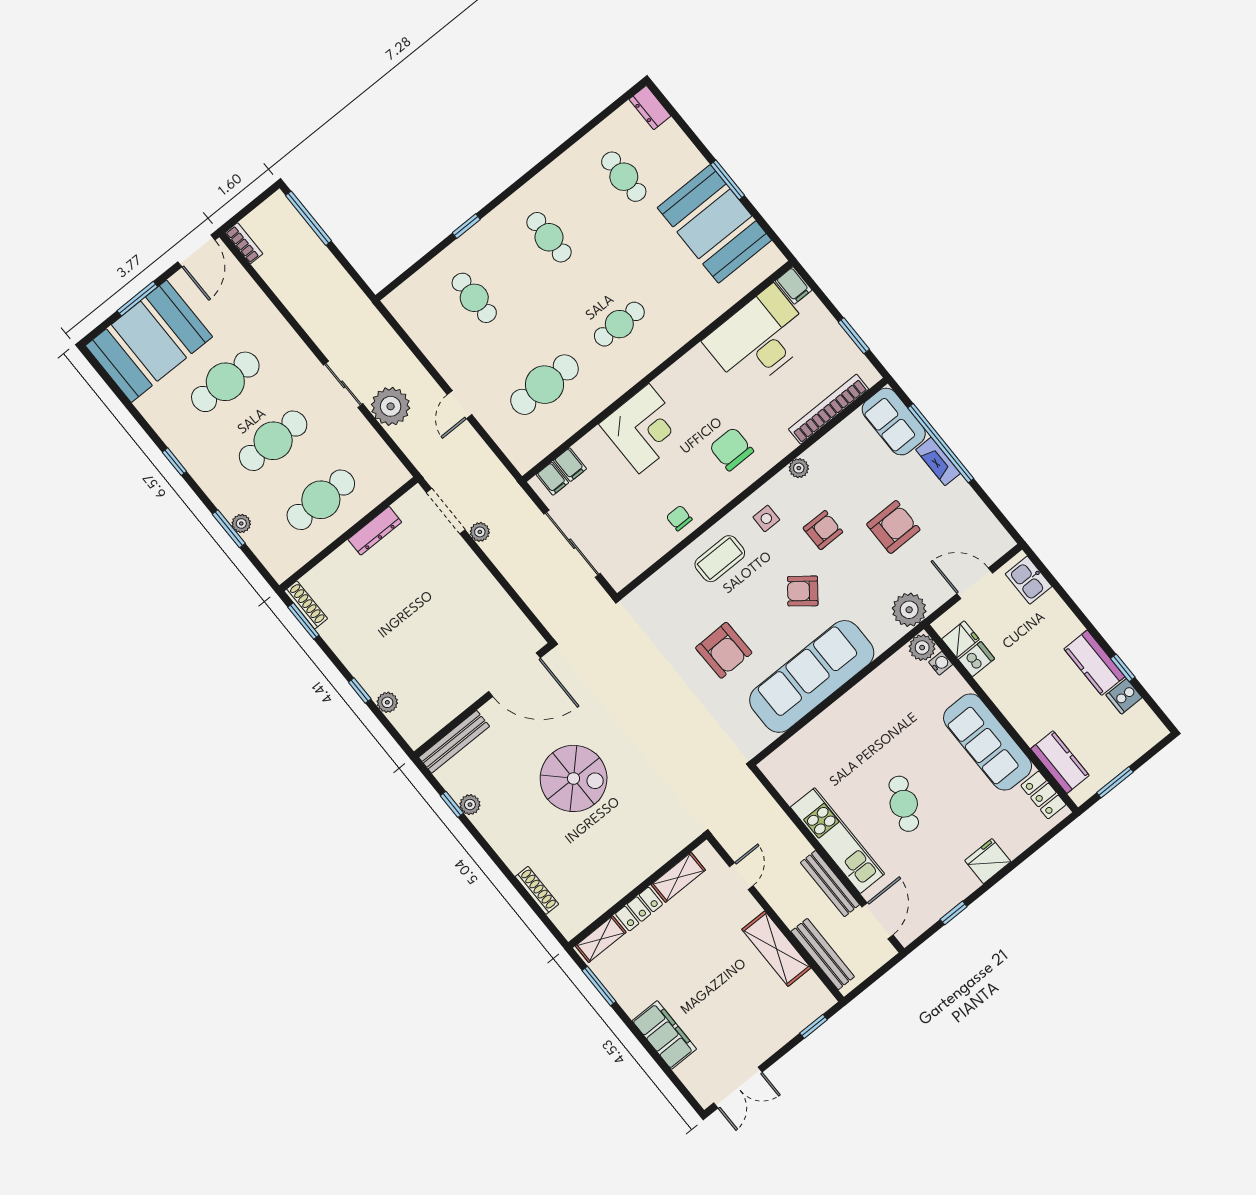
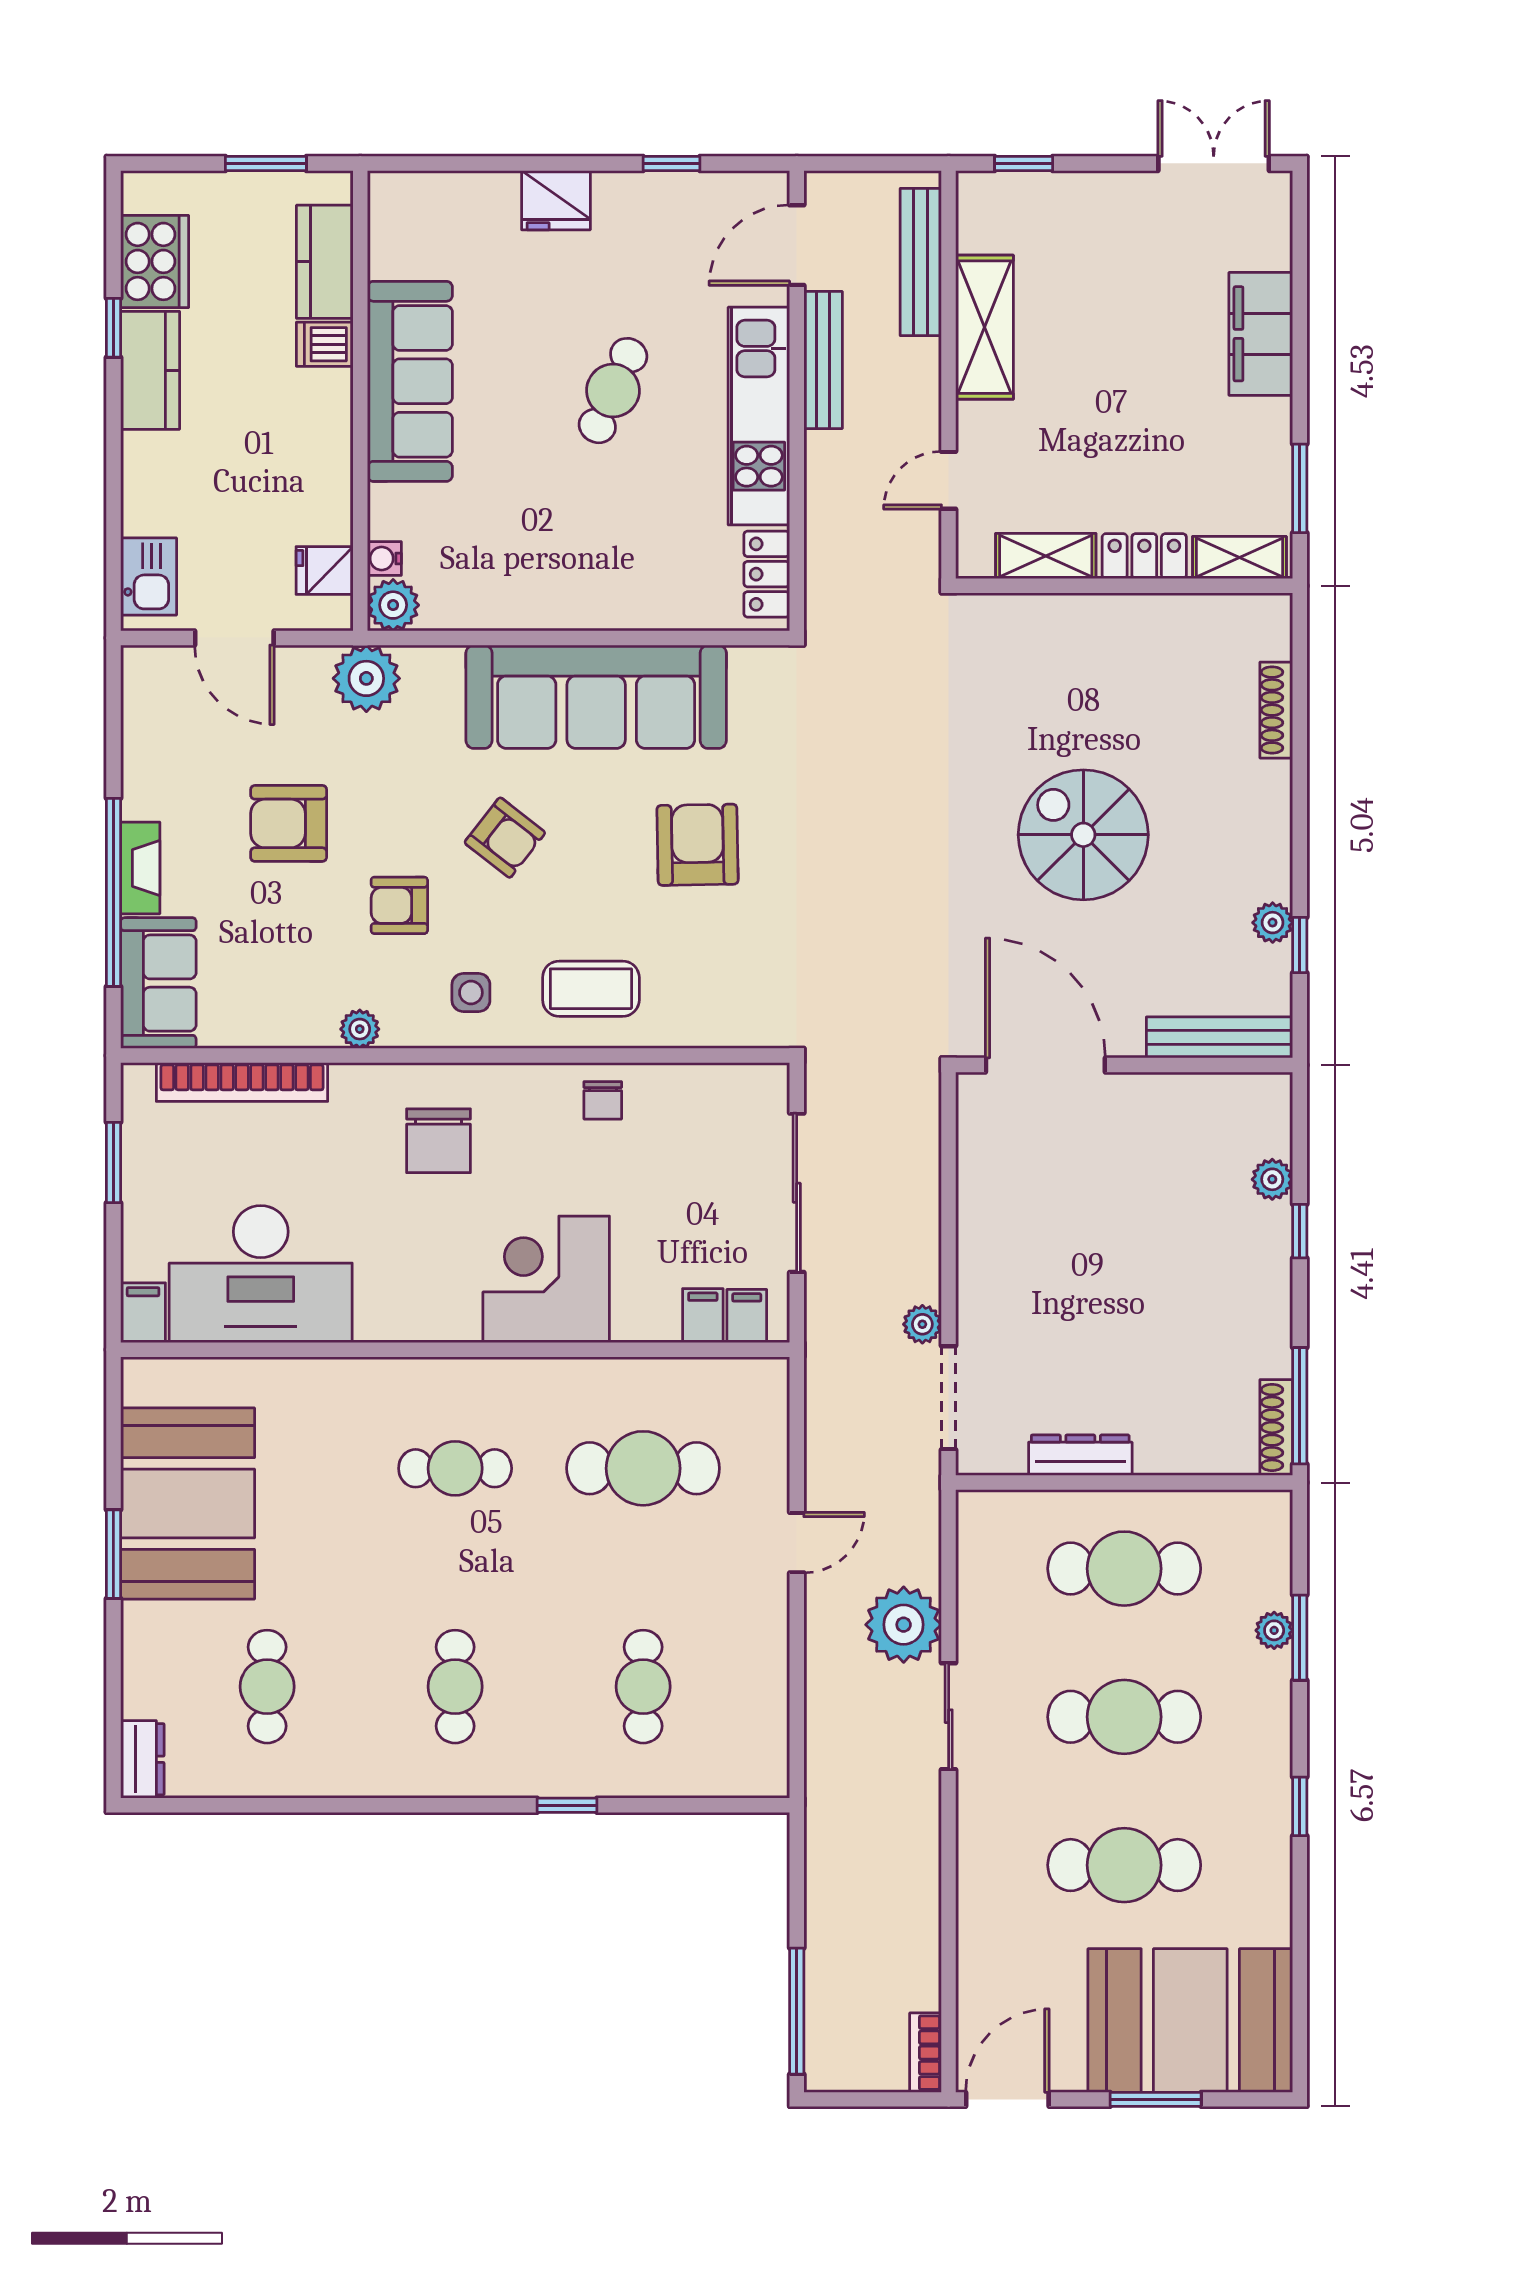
window: (303, 621) -> (1300, 1406), width x1.44
dishwasher: (976, 659) -> (325, 344), moved
cooker: (1124, 696) -> (155, 261), width x1.87, depth x1.31
locker: (1043, 795) -> (767, 574), moved, turned 180

